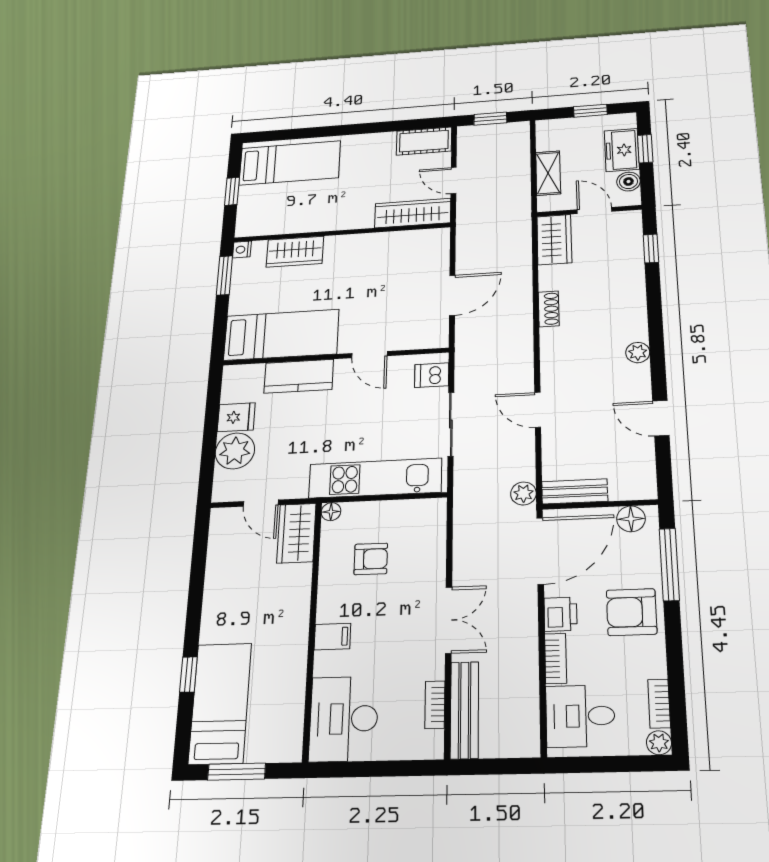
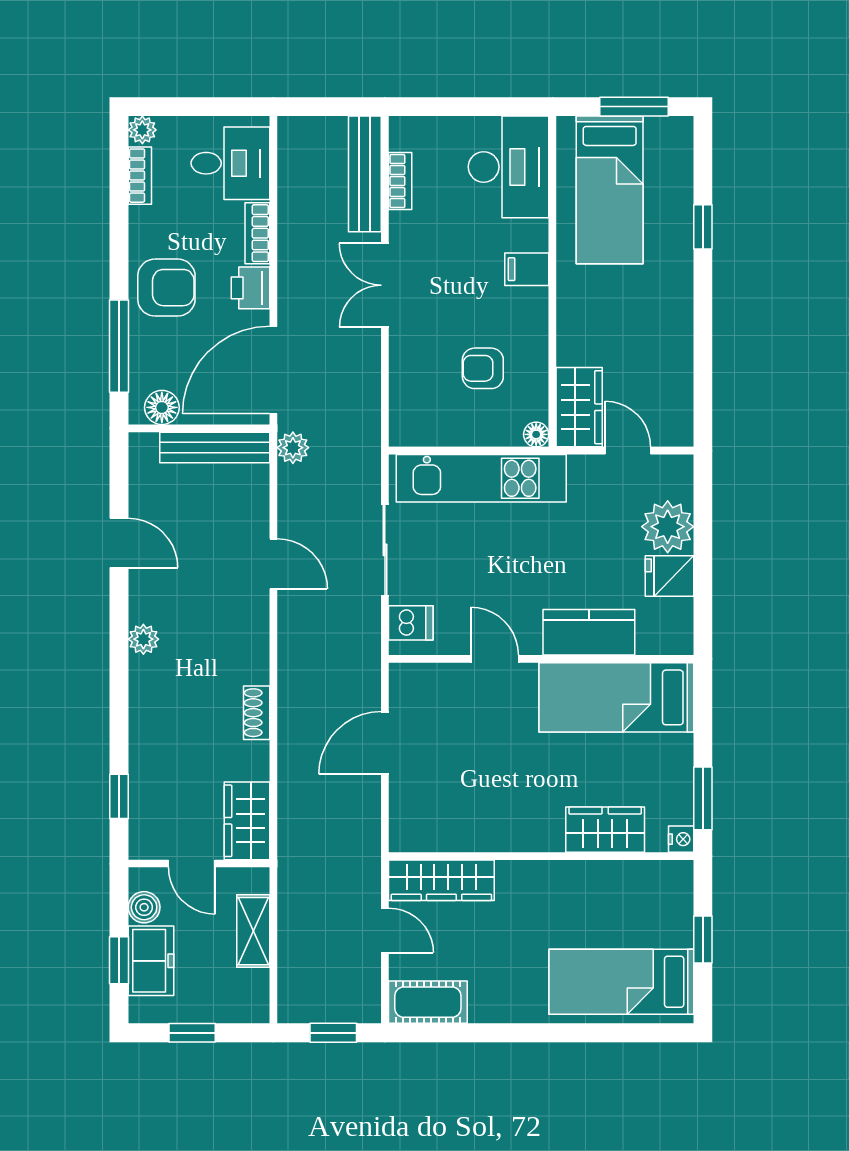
bench: (575, 491) -> (215, 447), width x1.36
bed: (220, 703) -> (610, 190), moved

